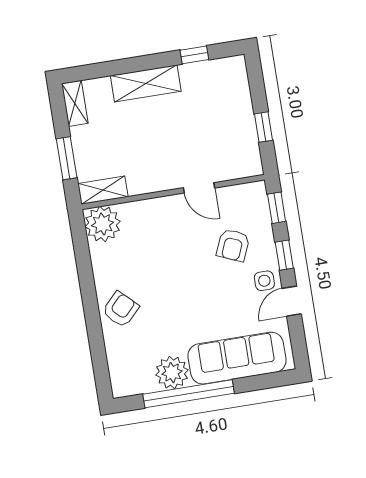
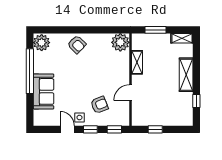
shelving: (103, 190) -> (137, 62), moved
armchair: (233, 245) -> (99, 105), turned 135
sofa: (237, 358) -> (43, 91), width x0.73
plant: (172, 373) -> (42, 43), moved

